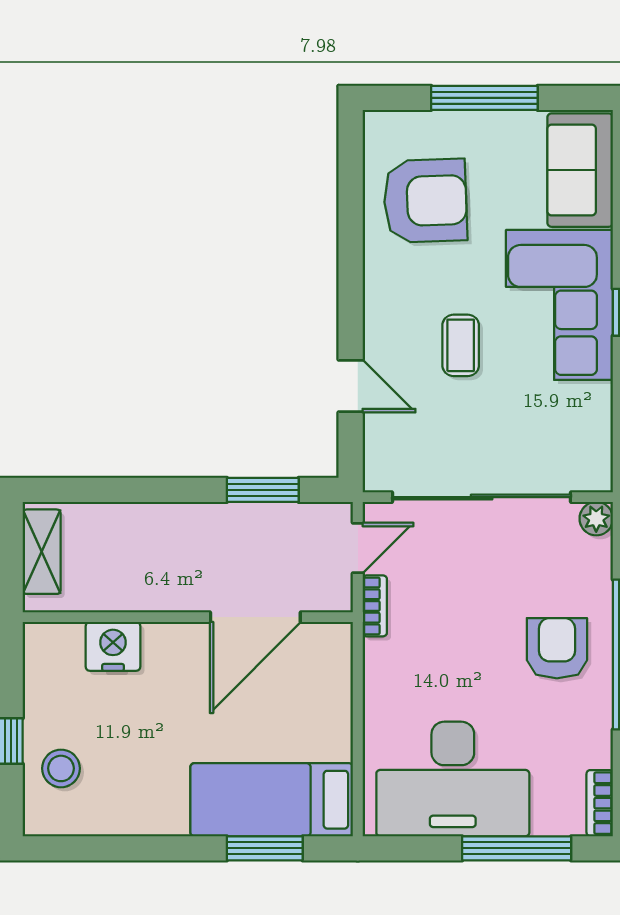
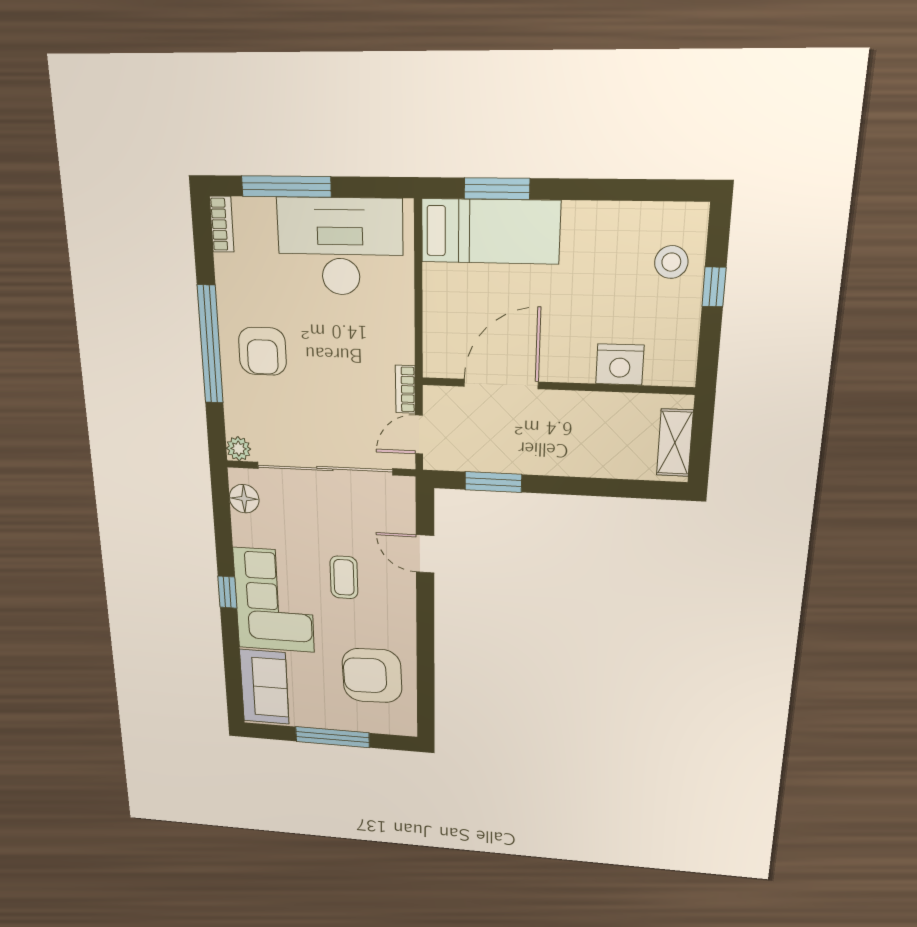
floor lamp: (593, 450) -> (244, 499), added

